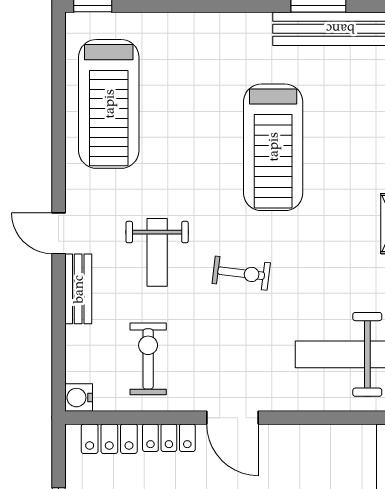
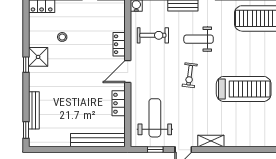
treadmill: (273, 147) -> (244, 89), turned 180
locker: (109, 439) -> (119, 103), moved

